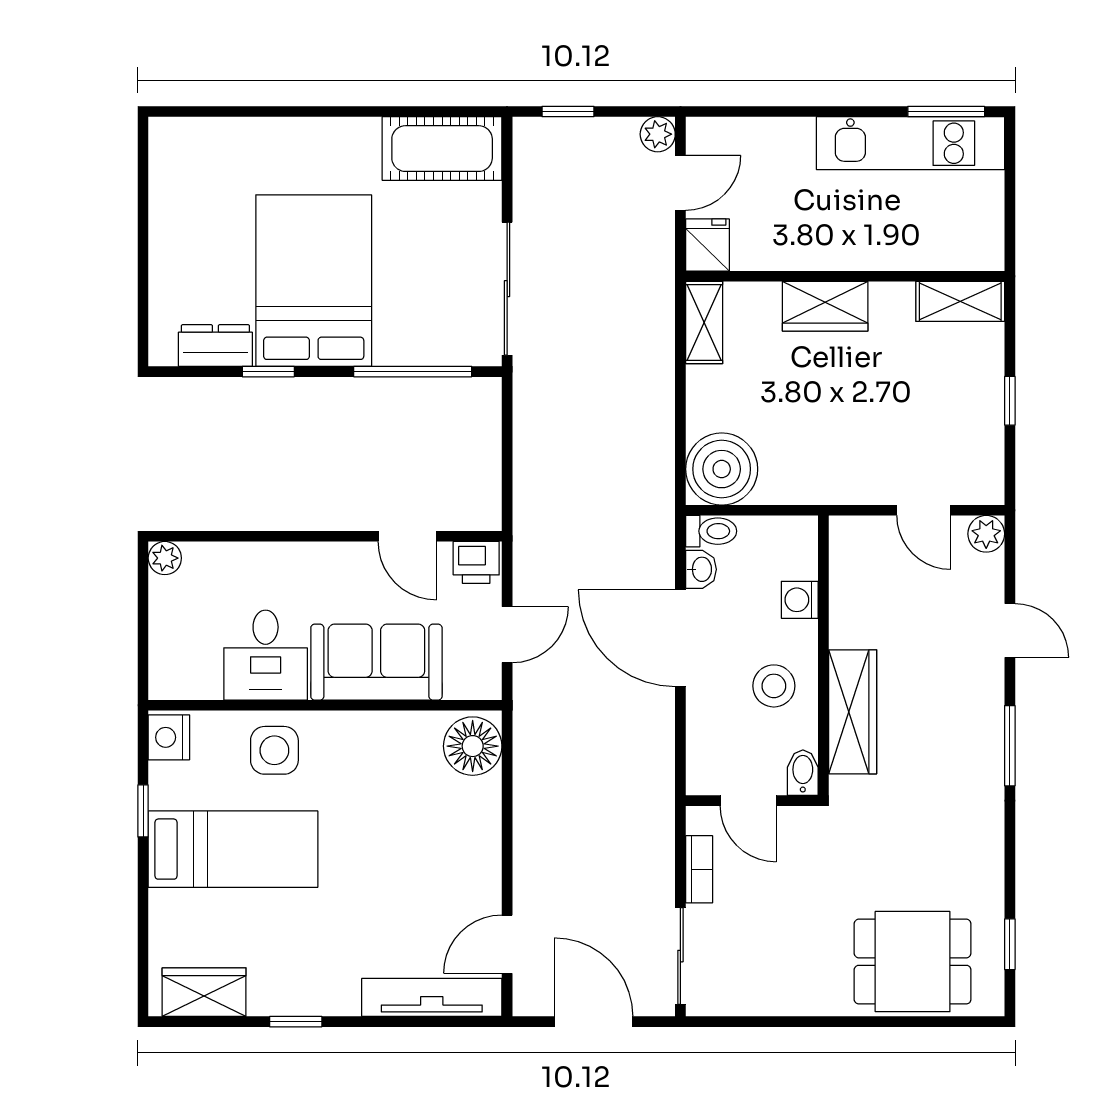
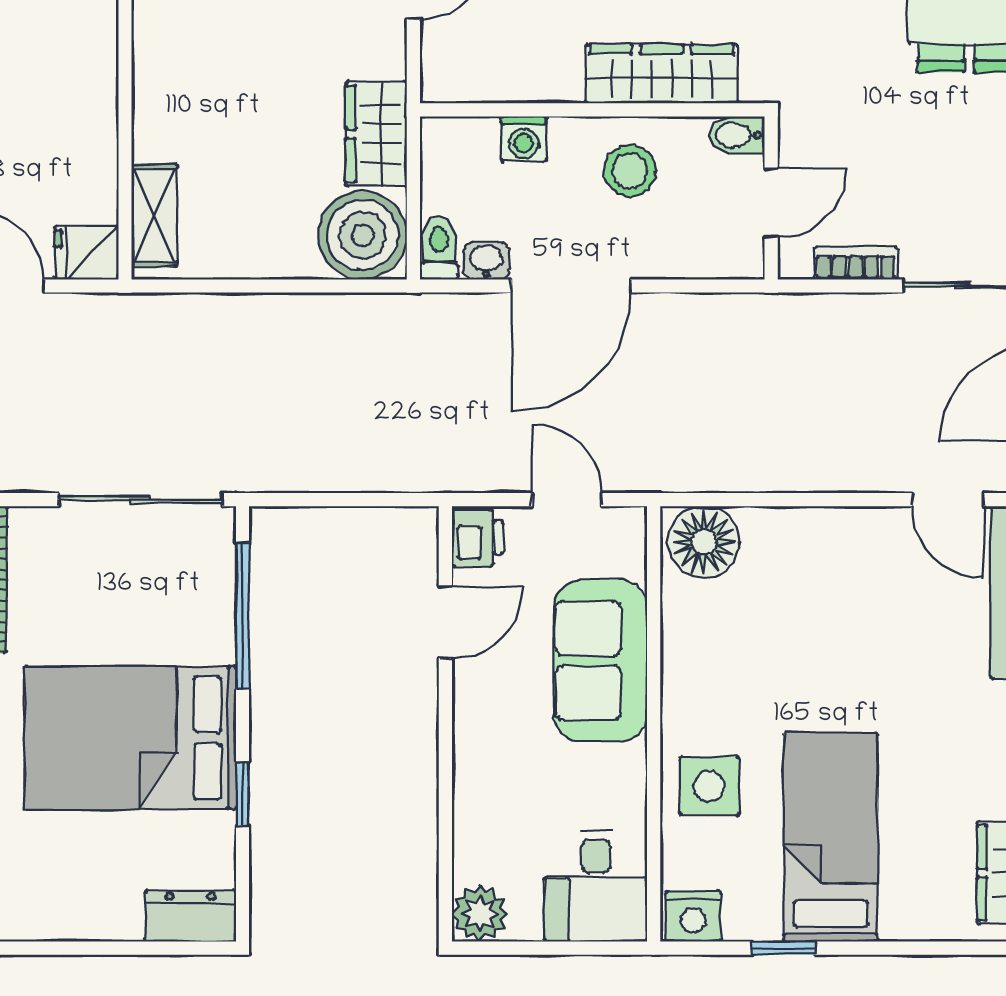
wardrobe: (825, 306) -> (376, 134), moved, turned 180
shelving: (704, 322) -> (154, 215), moved, turned 90
dresser: (215, 346) -> (191, 916), moved, turned 90
plant: (165, 558) -> (480, 914), width x1.38, depth x1.38
desk: (266, 655) -> (596, 886), moved, turned 90

